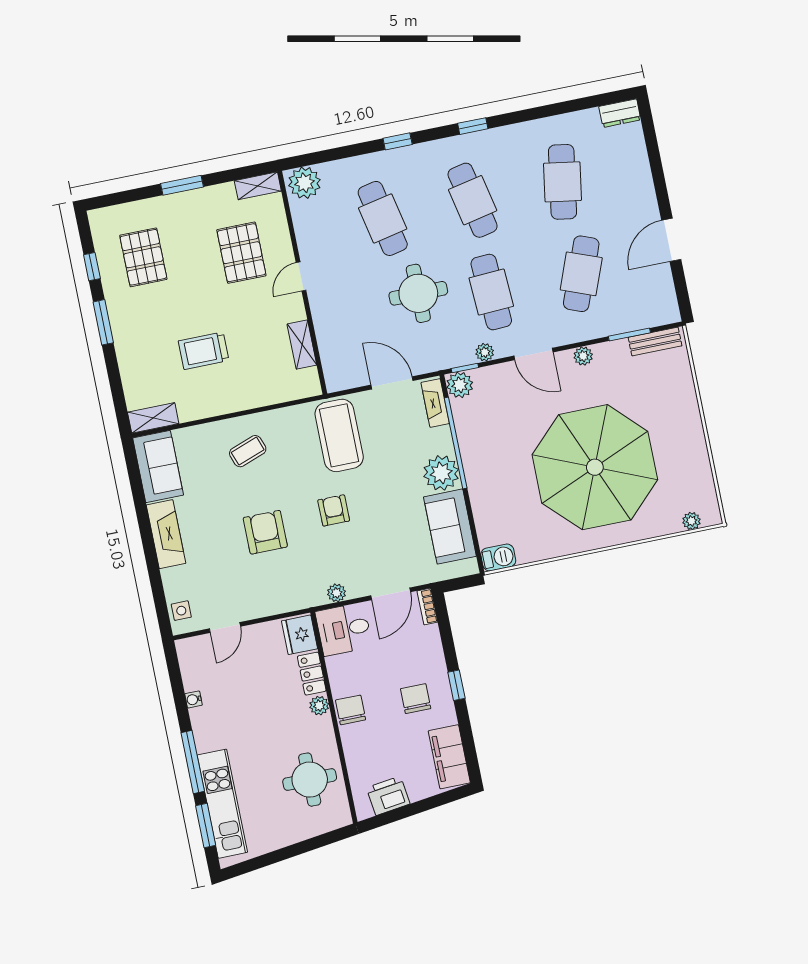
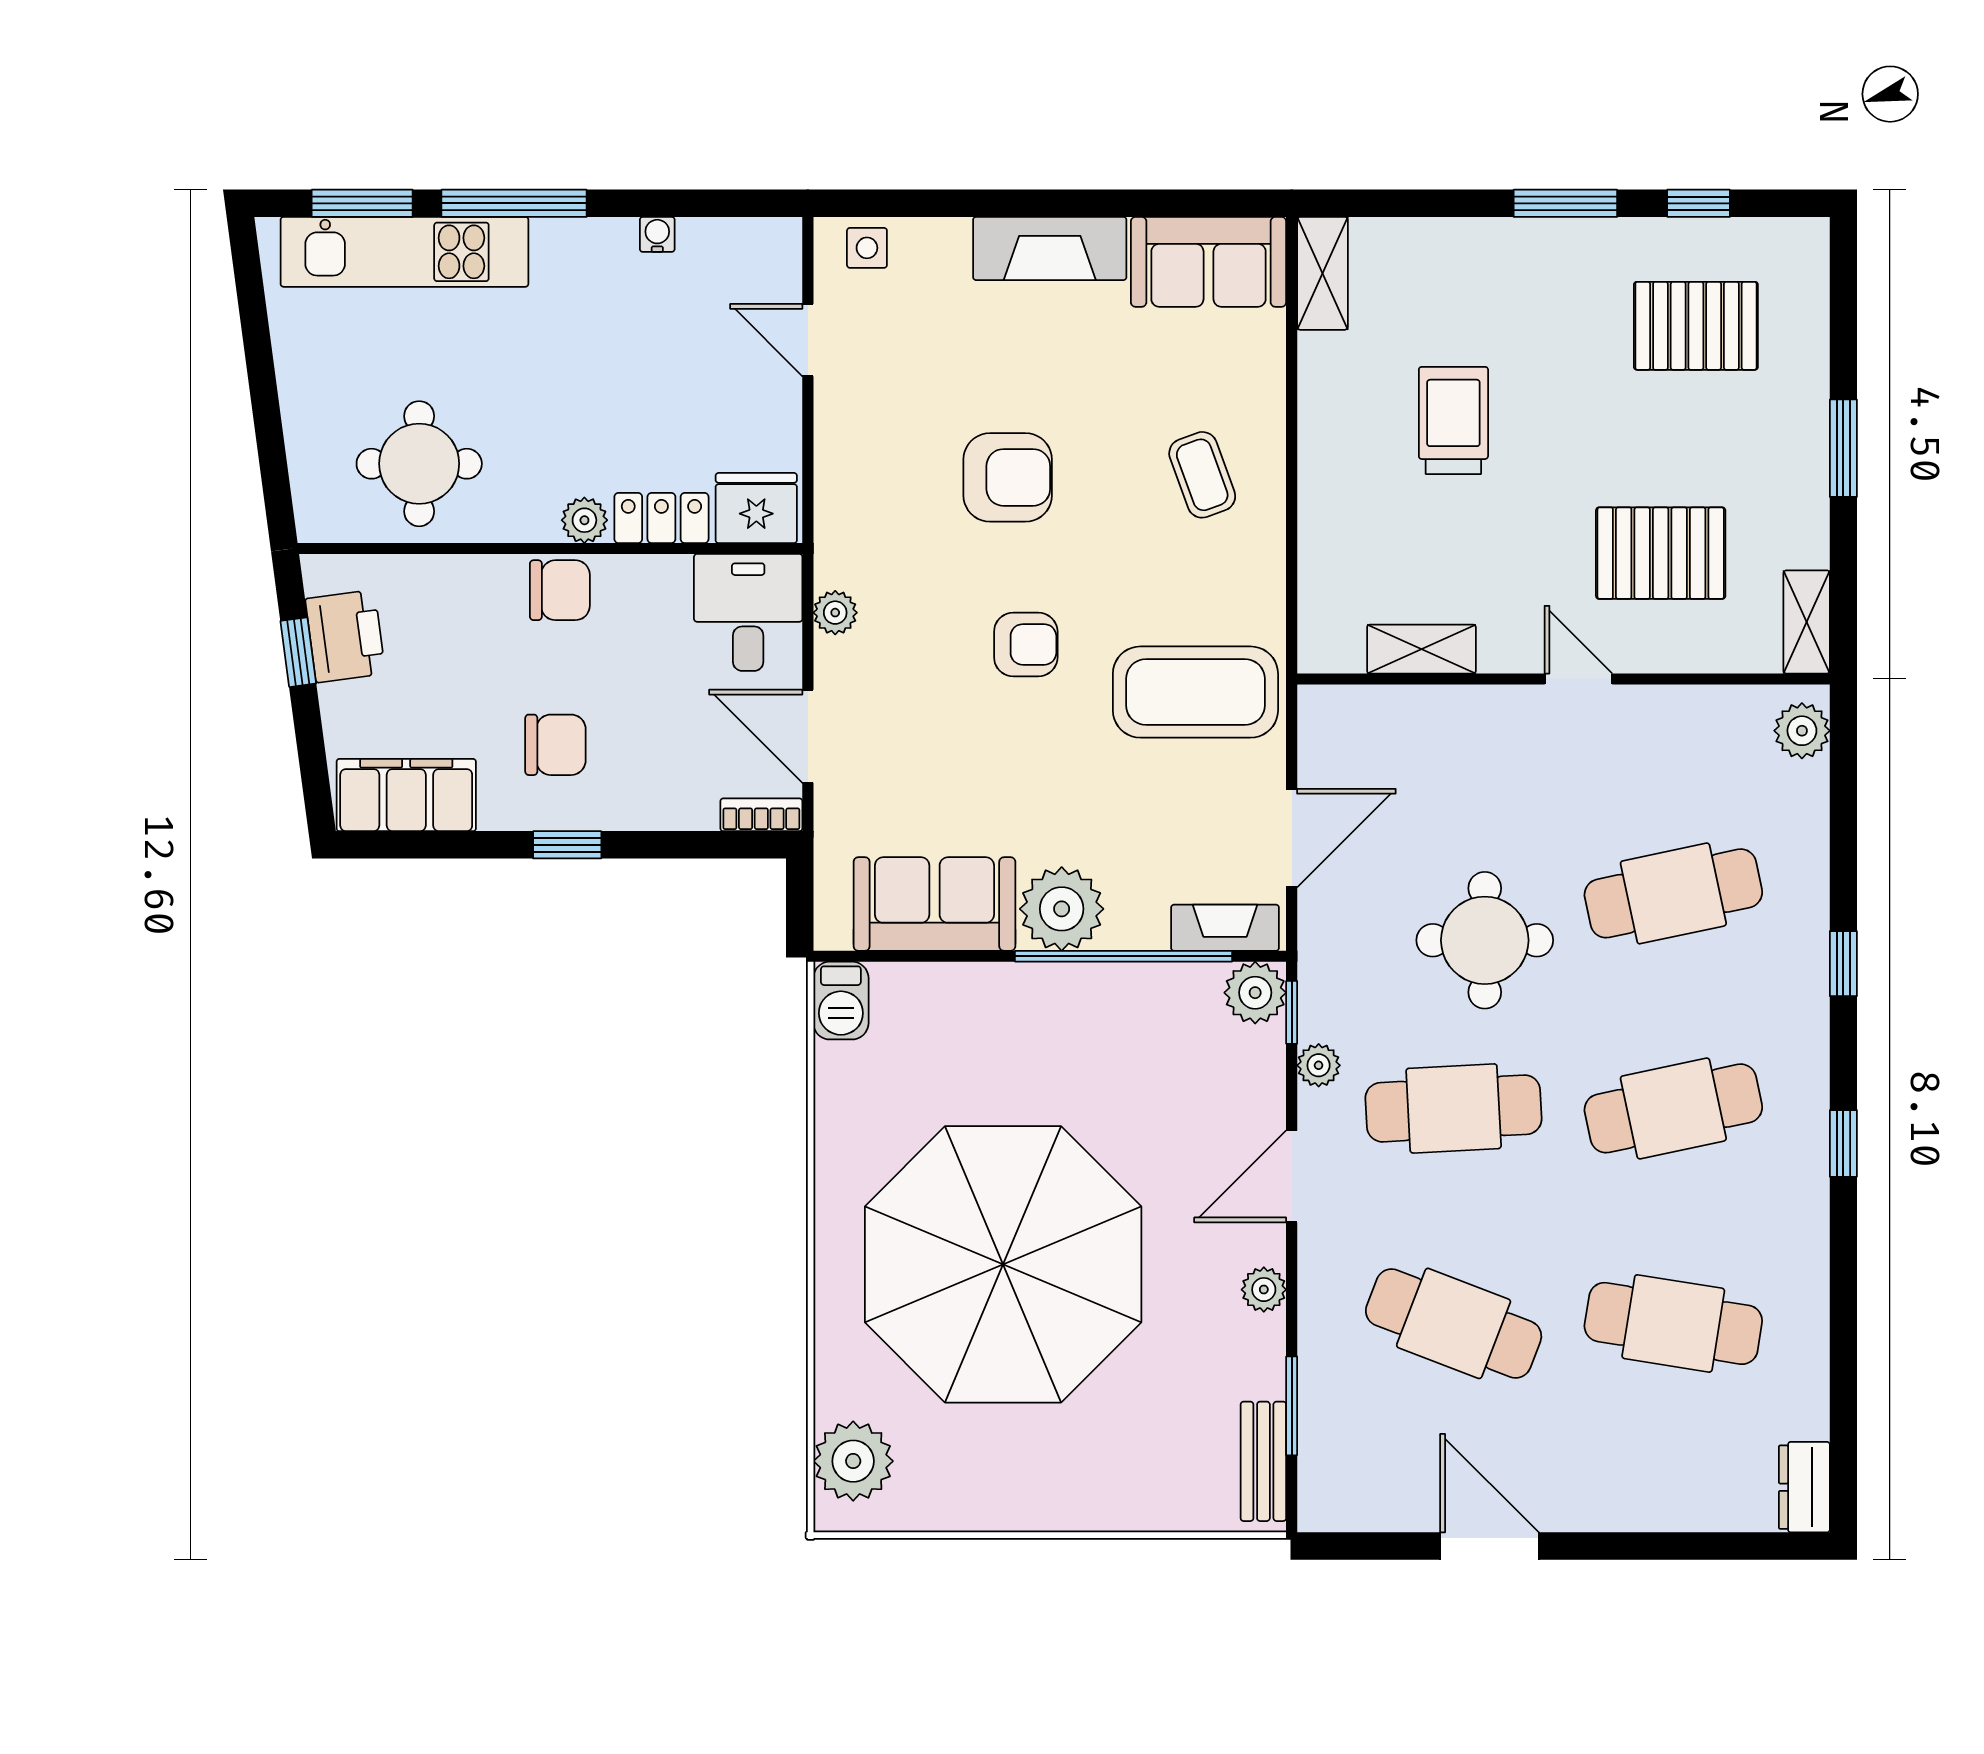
plant: (305, 183) -> (1802, 731), width x0.73, depth x0.73
plant: (691, 521) -> (853, 1461), width x1.88, depth x1.88
window: (399, 814) -> (298, 652), added

